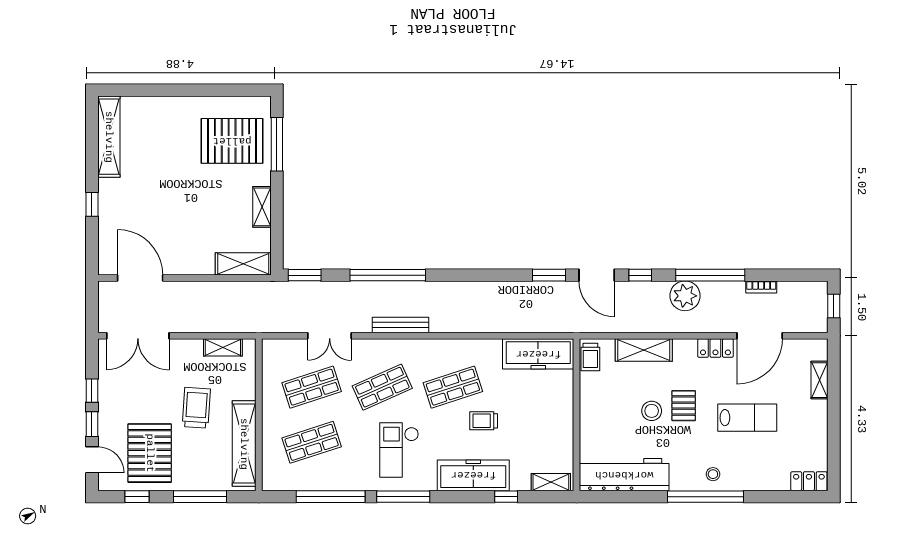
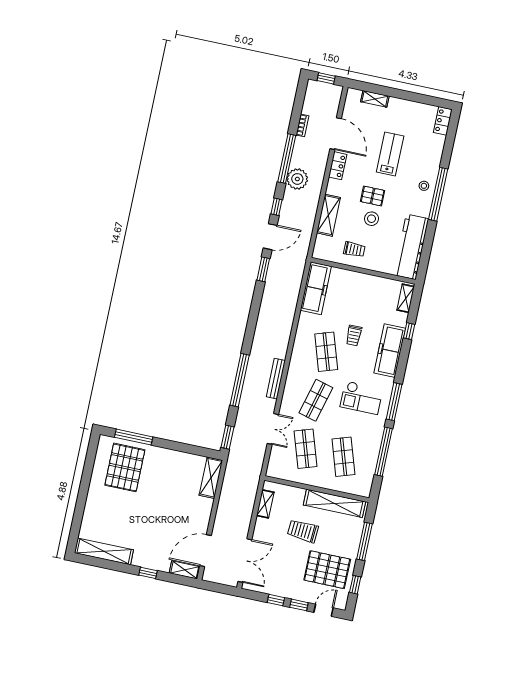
shelving: (262, 207) -> (185, 570), moved
trolley: (590, 357) -> (354, 249), moved
shop shelf: (382, 387) -> (316, 400), turned 39

